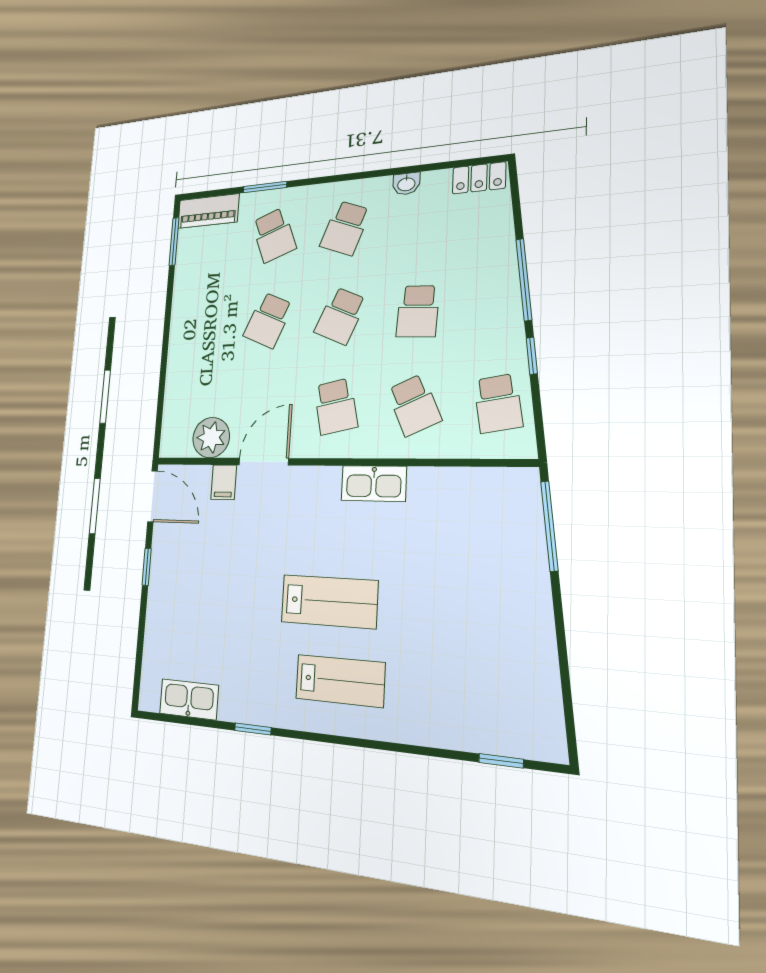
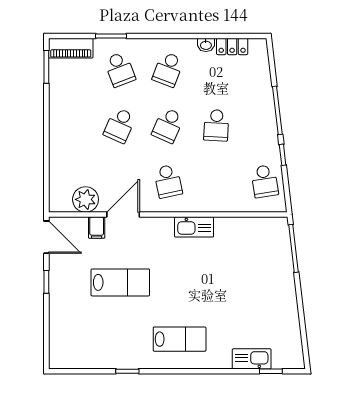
locker: (479, 178) -> (232, 46), moved
school desk: (414, 405) -> (216, 181), removed
lab bench: (329, 601) -> (120, 282), moved
kitchen sink: (189, 699) -> (252, 359), moved

